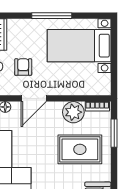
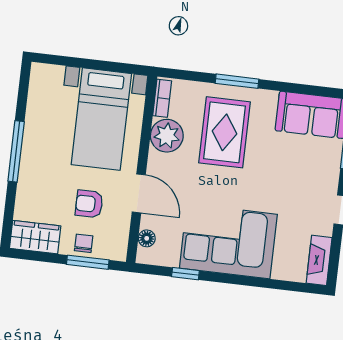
bed with nightstands: (79, 46) -> (101, 119), moved
window: (114, 133) -> (237, 81), moved

